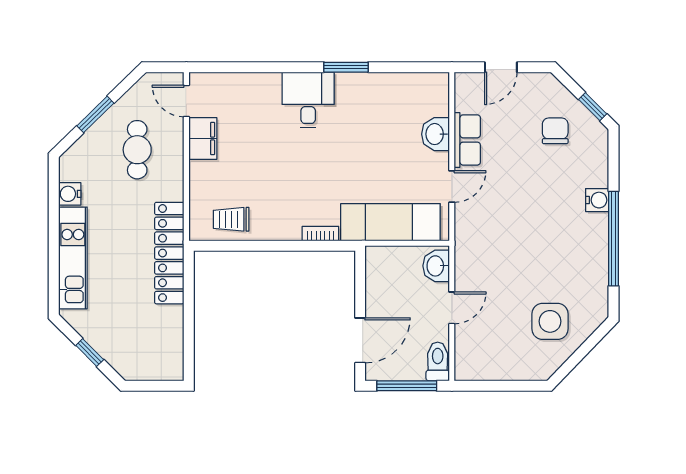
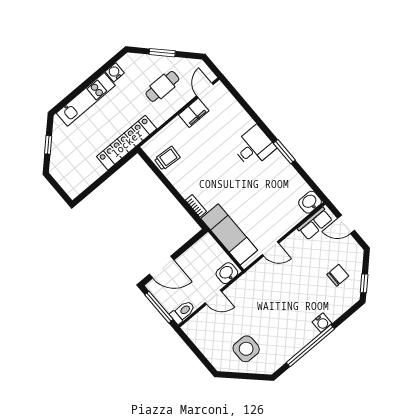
washbasin: (435, 134) -> (310, 202), moved
row of seats: (467, 140) -> (315, 224), moved
trolley: (231, 219) -> (167, 158), turned 94

